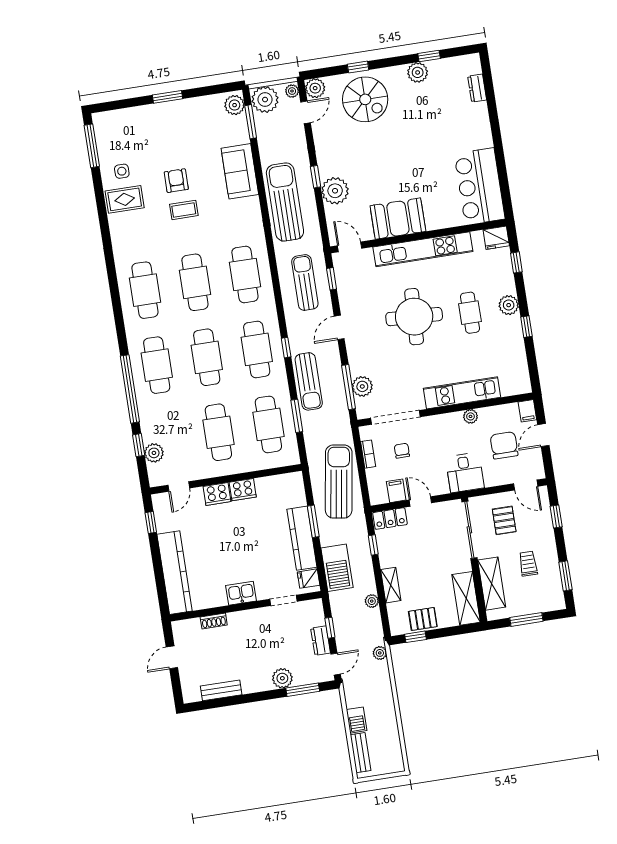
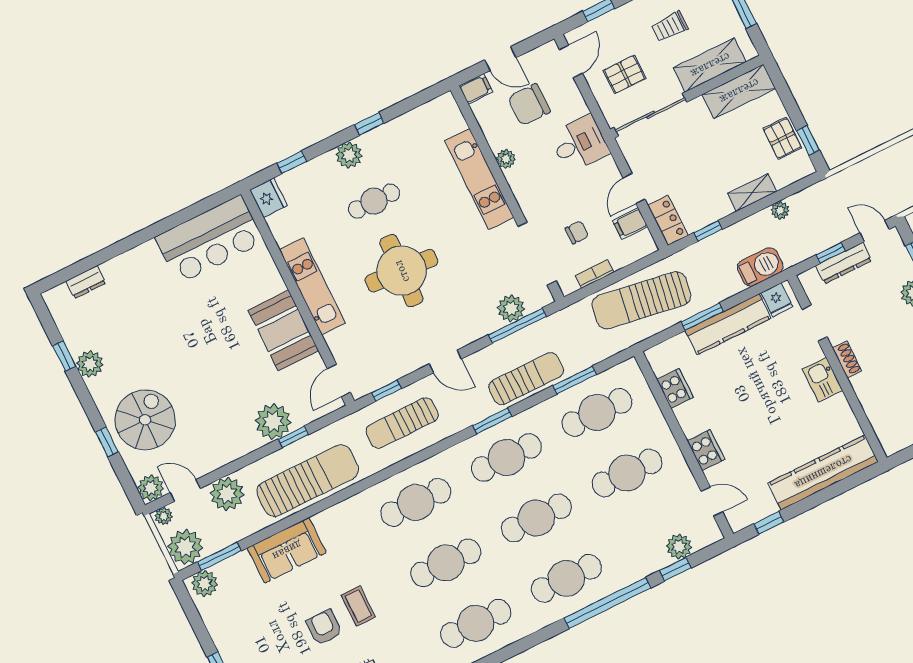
window: (316, 177) -> (293, 437), moved
armchair: (176, 181) -> (324, 627), turned 90
sun lounger: (285, 202) -> (308, 481), turned 180
kitchen unit: (423, 249) -> (312, 286), width x0.73
window: (286, 348) -> (492, 421), width x1.50
chair: (402, 451) -> (577, 232), turned 180
cooker: (243, 490) -> (675, 389), moved
barbecue: (337, 568) -> (760, 267), width x0.73, depth x0.83
shoe rack: (214, 621) -> (847, 359), moved
dresser: (321, 641) -> (844, 263), width x1.44
plant: (380, 653) -> (227, 494), moved, width x1.88, depth x1.88

